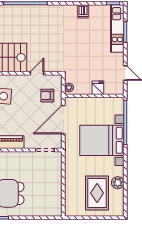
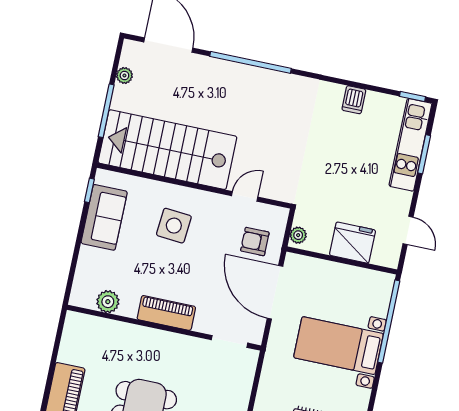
fridge: (98, 88) -> (352, 243), width x1.88, depth x1.34
door: (63, 120) -> (275, 292), hinge flipped
bed with nightstands: (102, 140) -> (339, 346), width x0.73

